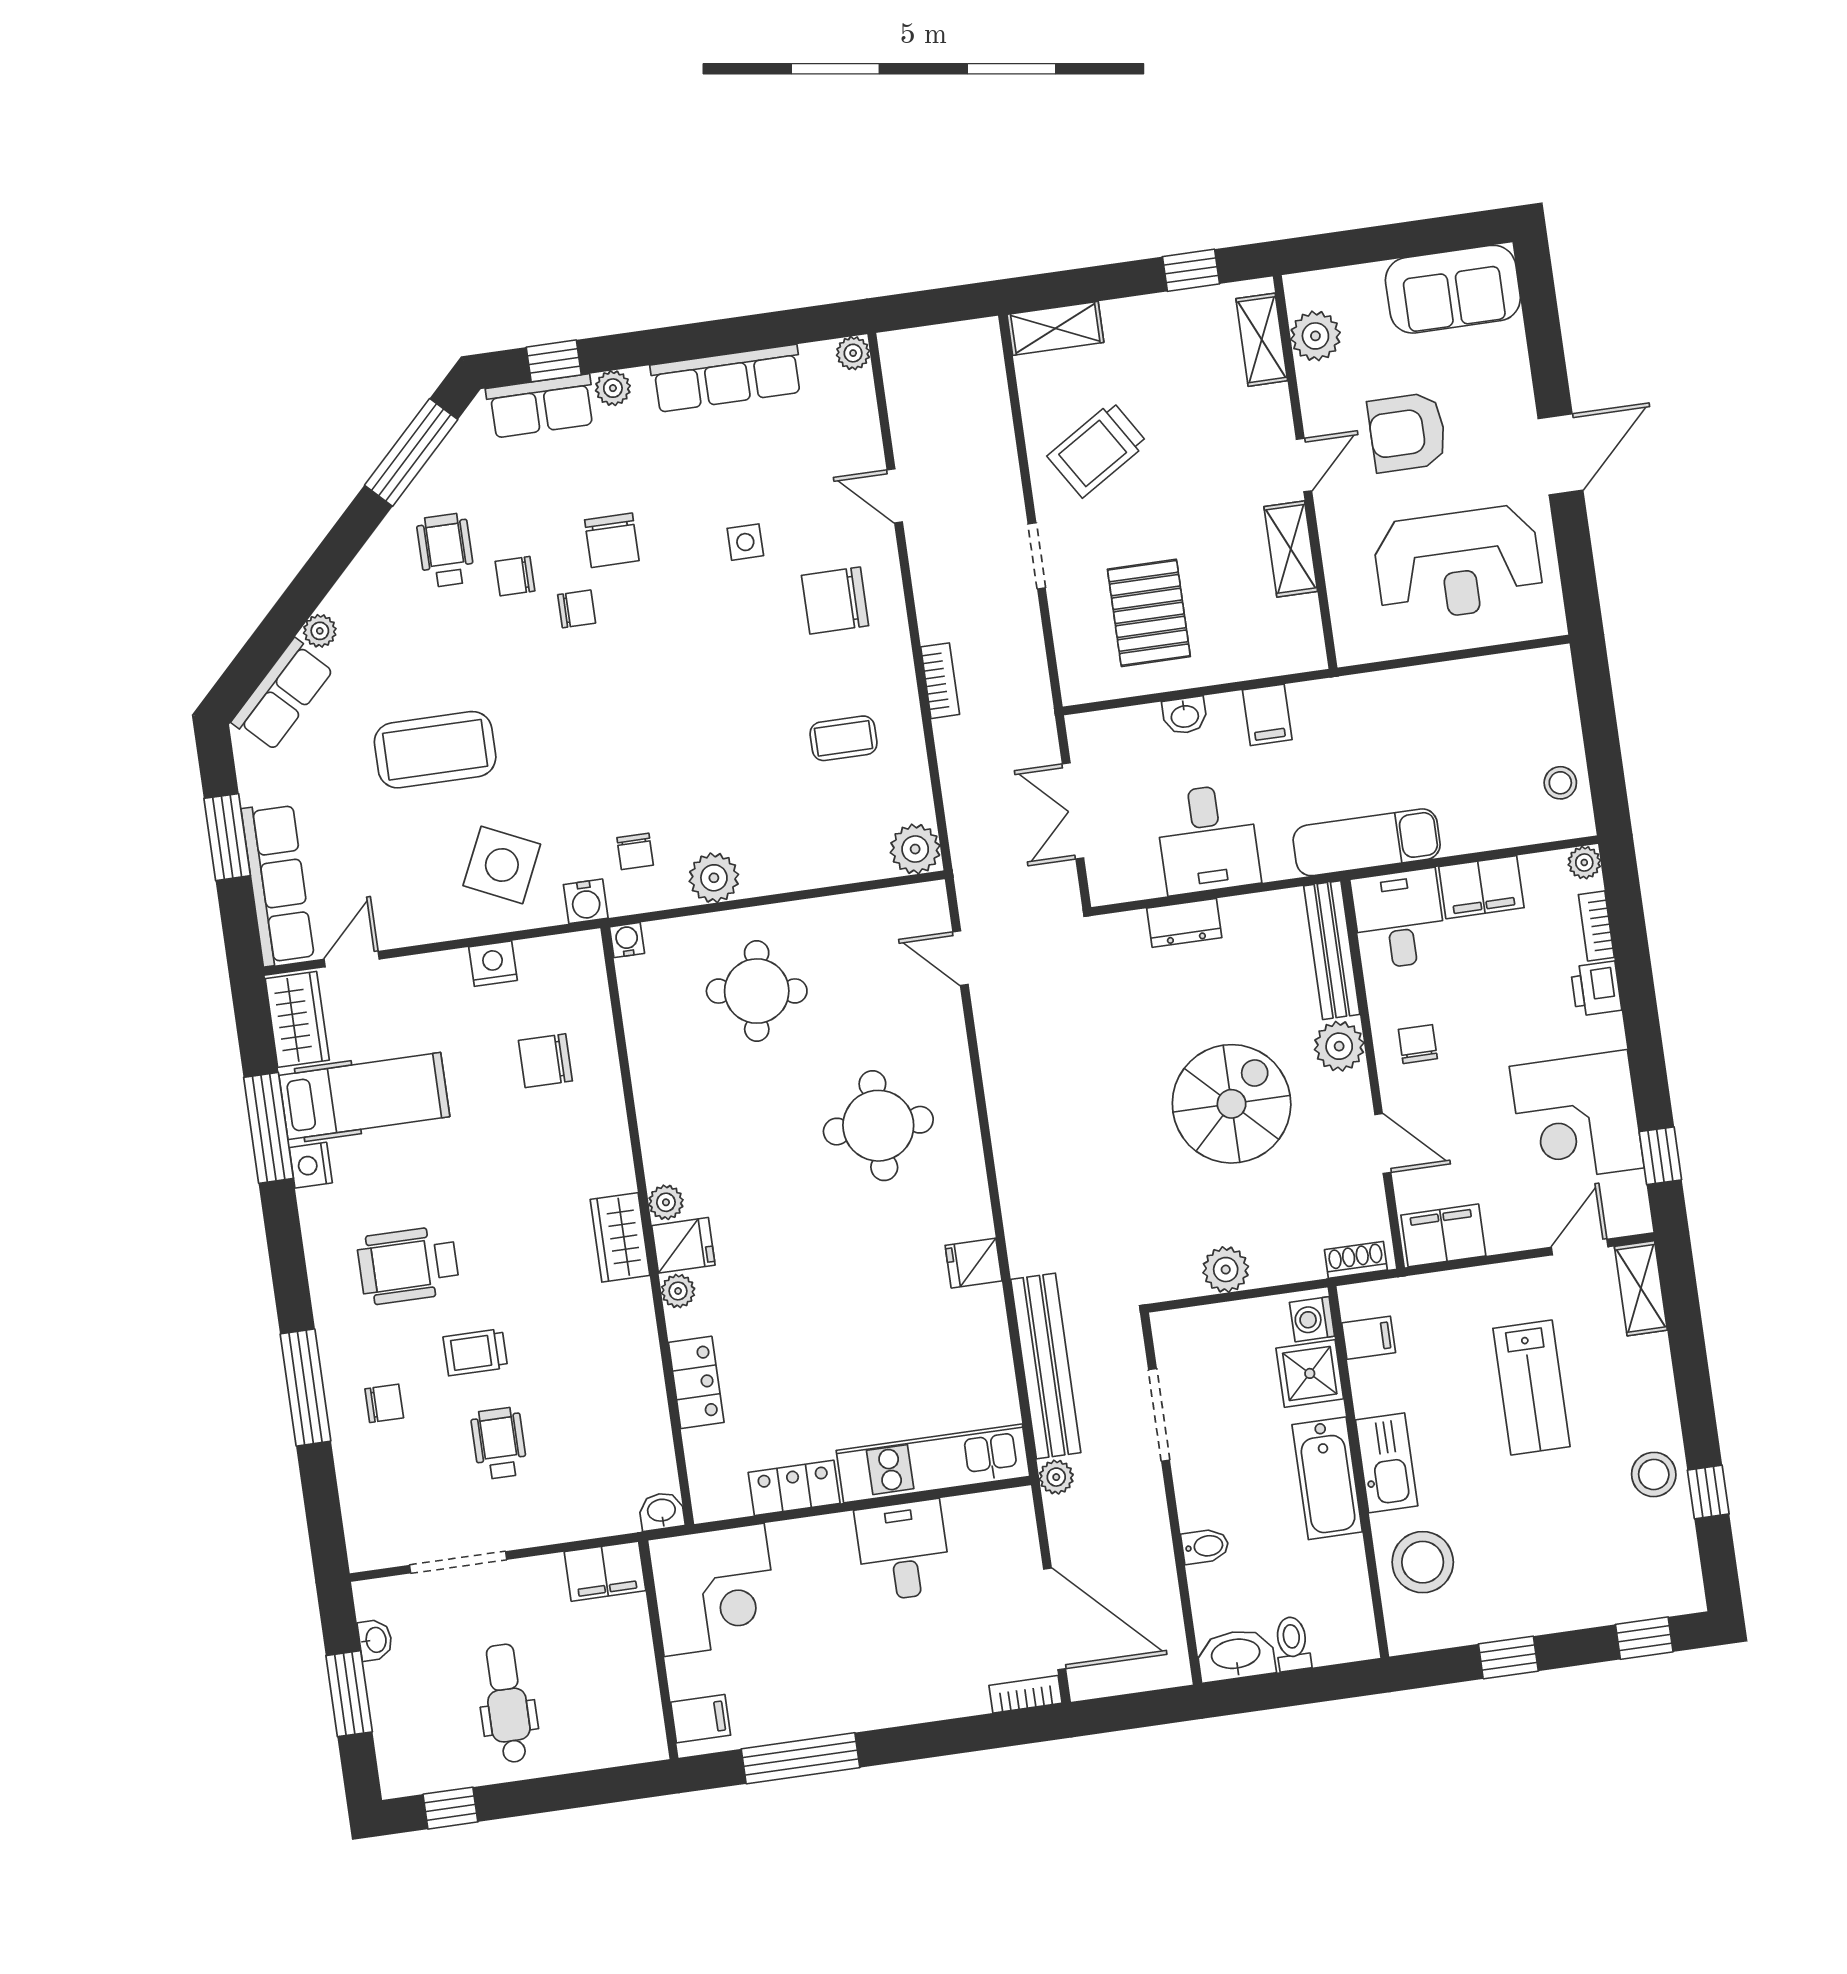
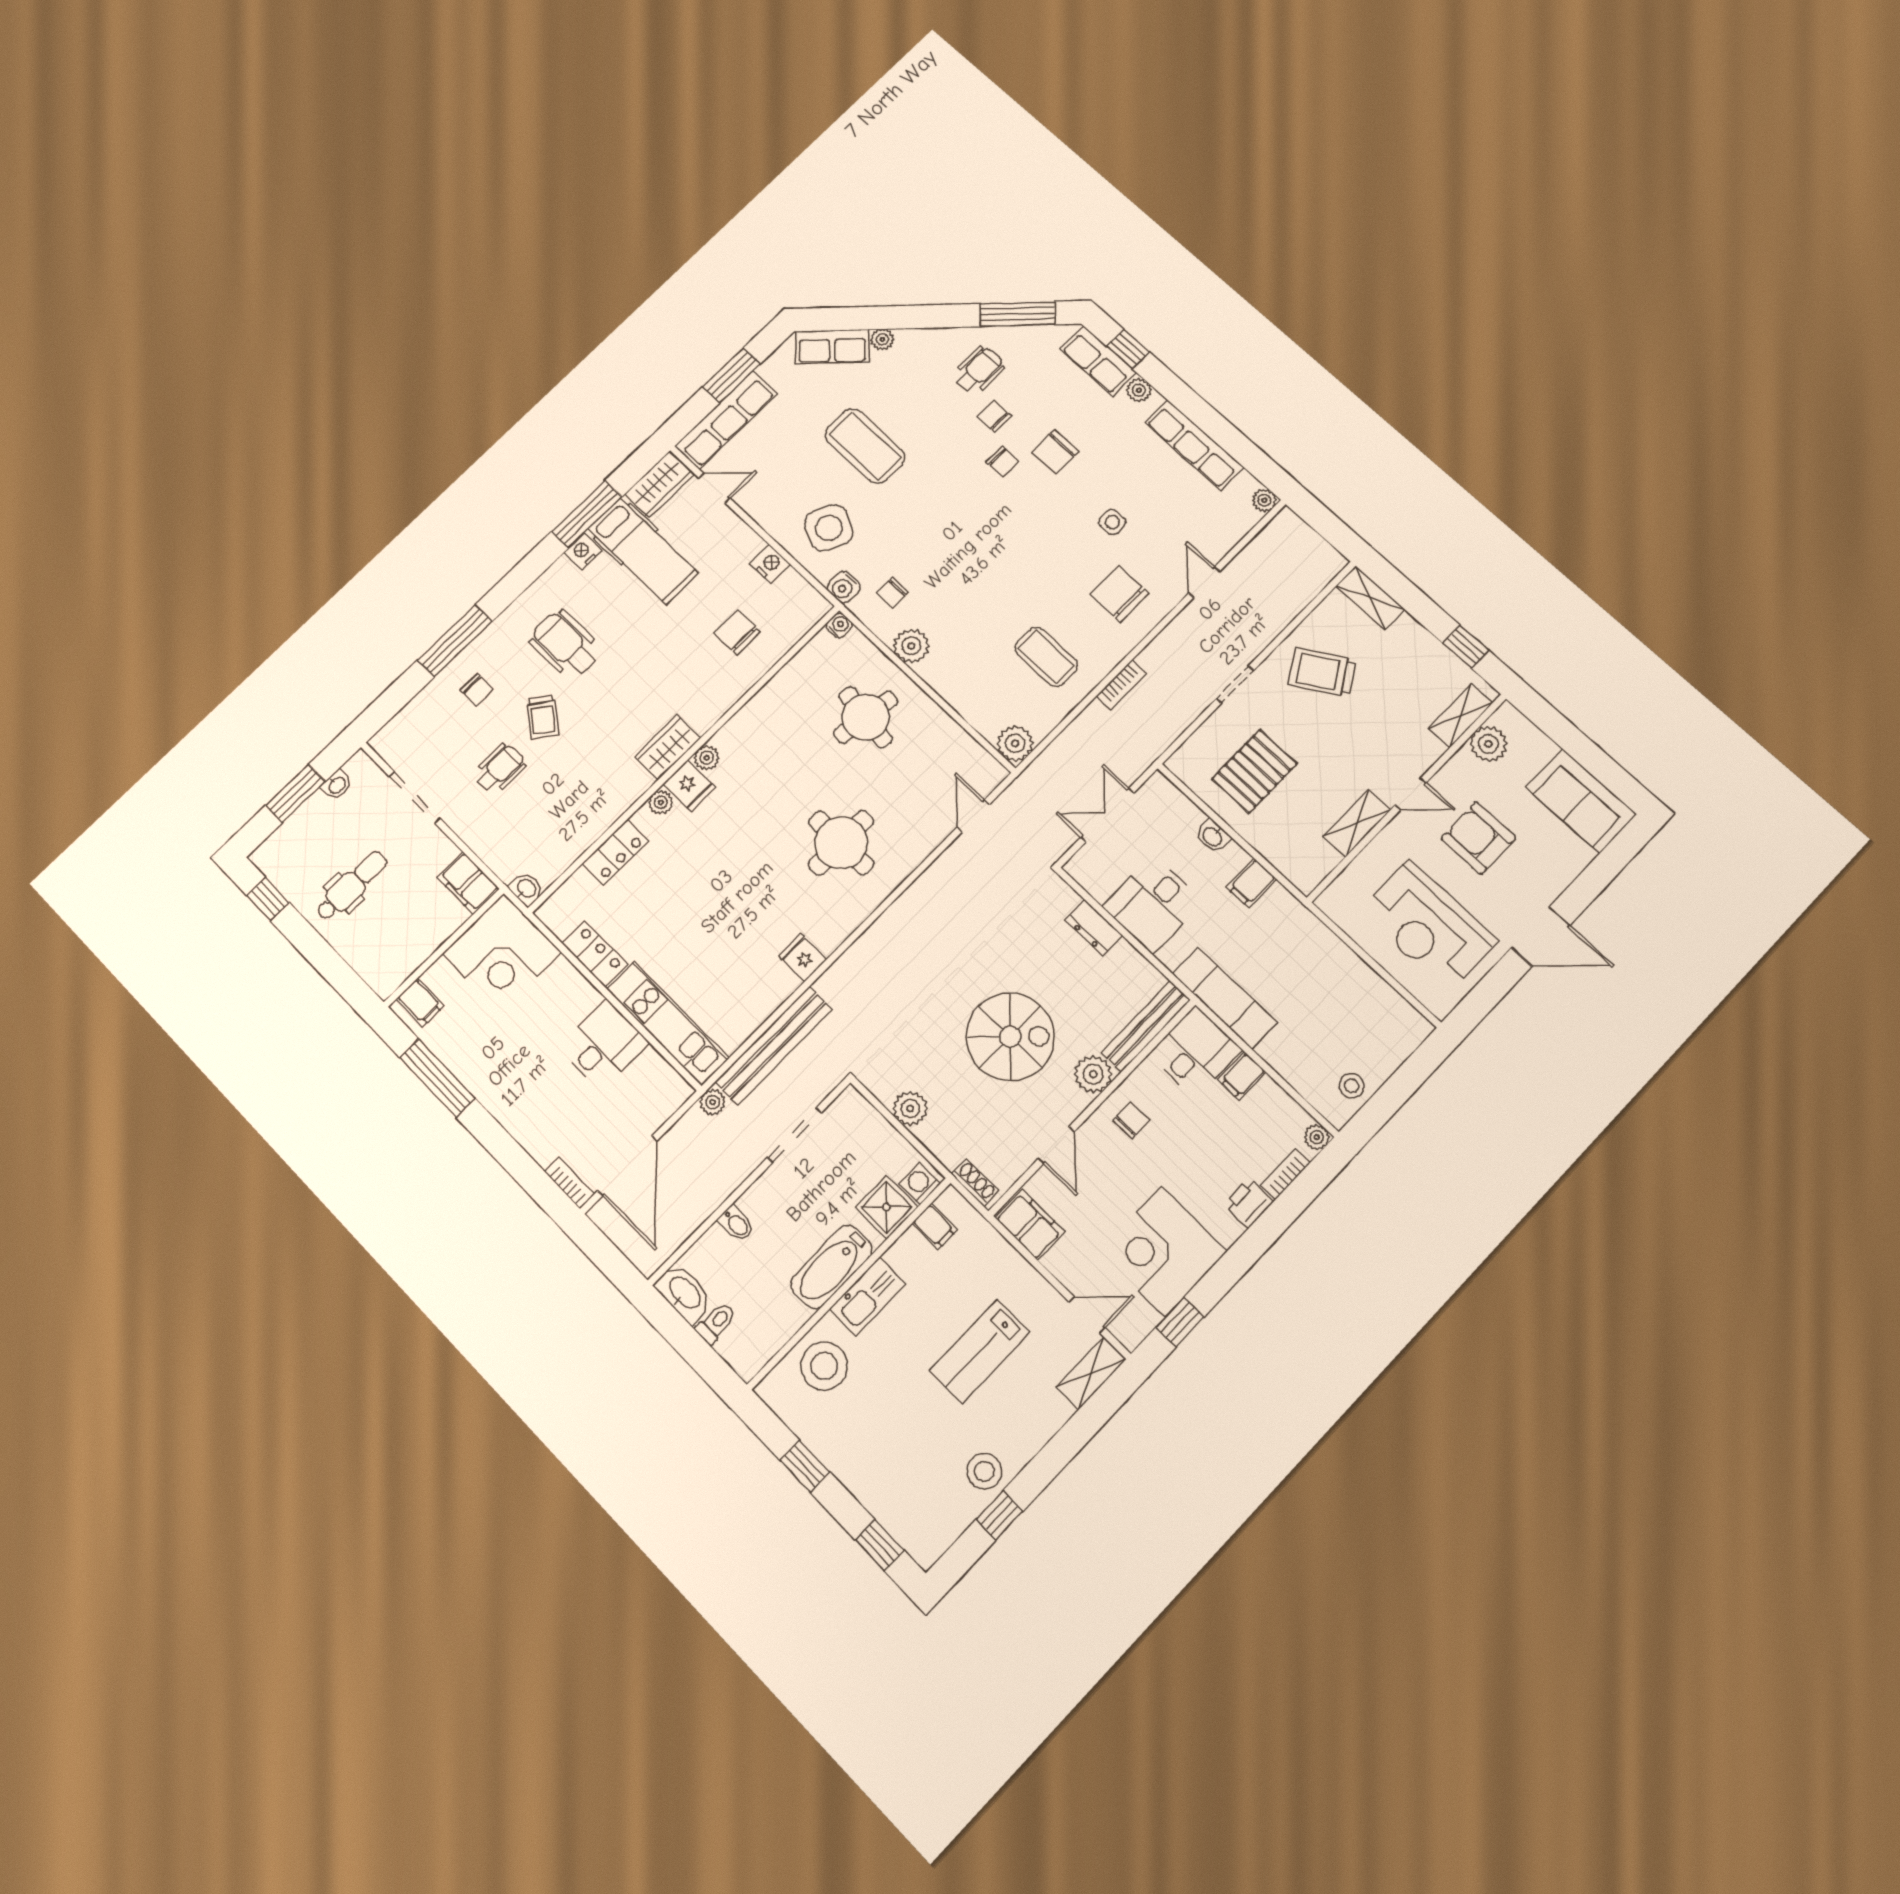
coffee table: (844, 738) -> (1046, 657), width x1.36, depth x1.30
filing cabinet: (1481, 887) -> (1242, 1076), width x0.50
trolley: (475, 1352) -> (543, 717), turned -143

